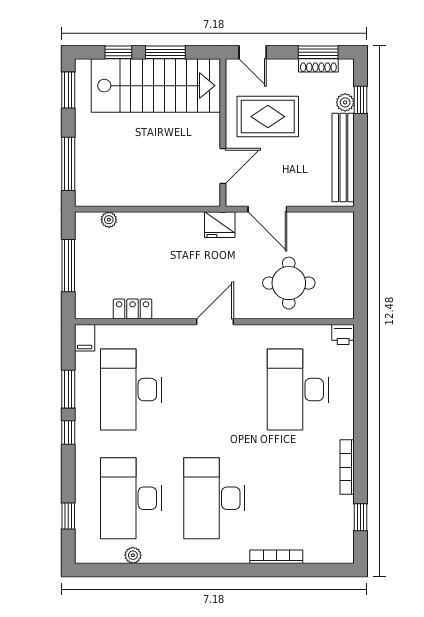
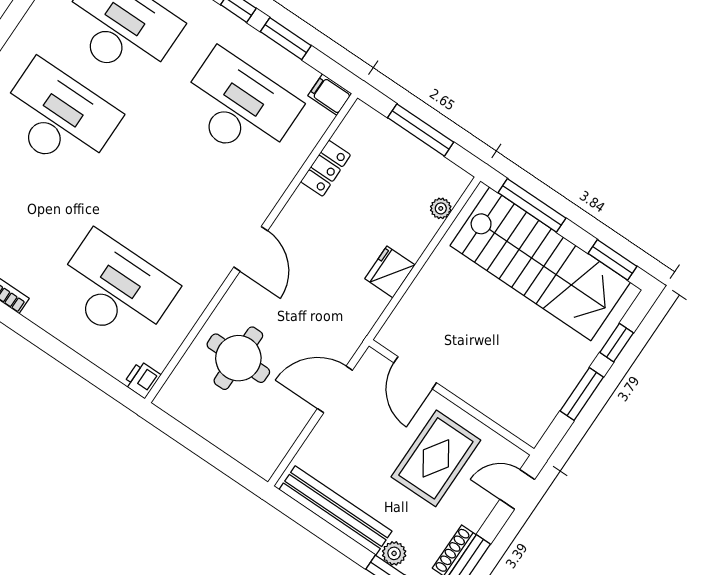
stairs: (156, 86) -> (540, 264), moved, turned -90
fridge: (220, 225) -> (390, 272), moved

